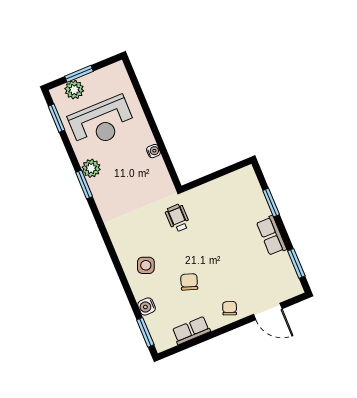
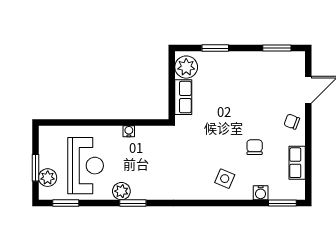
plant: (240, 181) -> (186, 67), added
wheelchair: (178, 218) -> (195, 134), removed
row of seats: (271, 236) -> (183, 97), moved, turned -90
chair: (189, 282) -> (255, 147), turned 71

